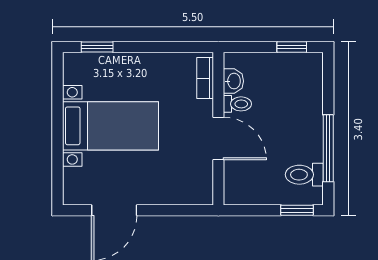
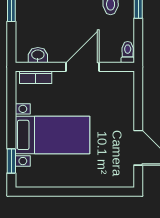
toilet: (237, 104) -> (128, 52), moved
bed with nightstands: (111, 126) -> (53, 135), moved, turned 90

